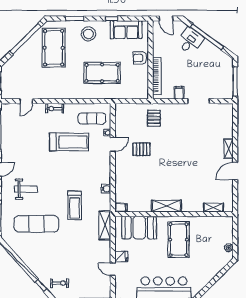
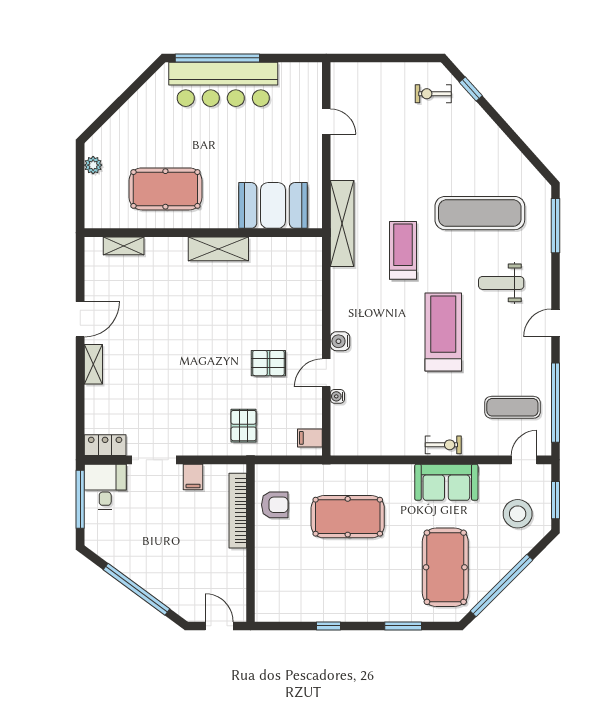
sofa: (126, 30) -> (446, 482), moved, turned 180
stool: (88, 34) -> (518, 514), moved
desk: (190, 41) -> (105, 487), moved, turned 144
armchair: (140, 58) -> (275, 505), moved
door: (26, 101) -> (524, 460), moved
locker: (223, 108) -> (105, 445), added
exercise mat: (92, 118) -> (512, 407), moved
treadmill: (69, 142) -> (443, 332), moved, turned 90
water cooler: (106, 189) -> (340, 341), moved
filing cabinet: (121, 207) -> (310, 438), moved
shelving: (105, 225) -> (342, 224), width x1.47
pool table: (179, 240) -> (165, 189), moved, turned 90
fridge: (121, 256) -> (309, 147), removed

